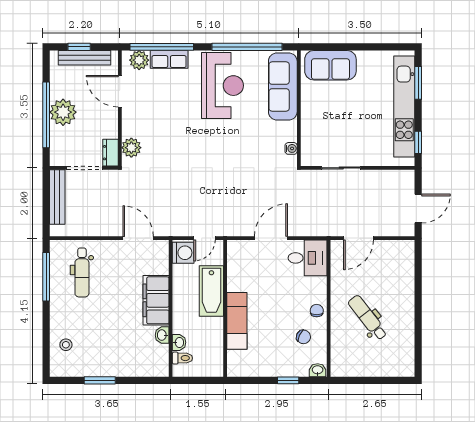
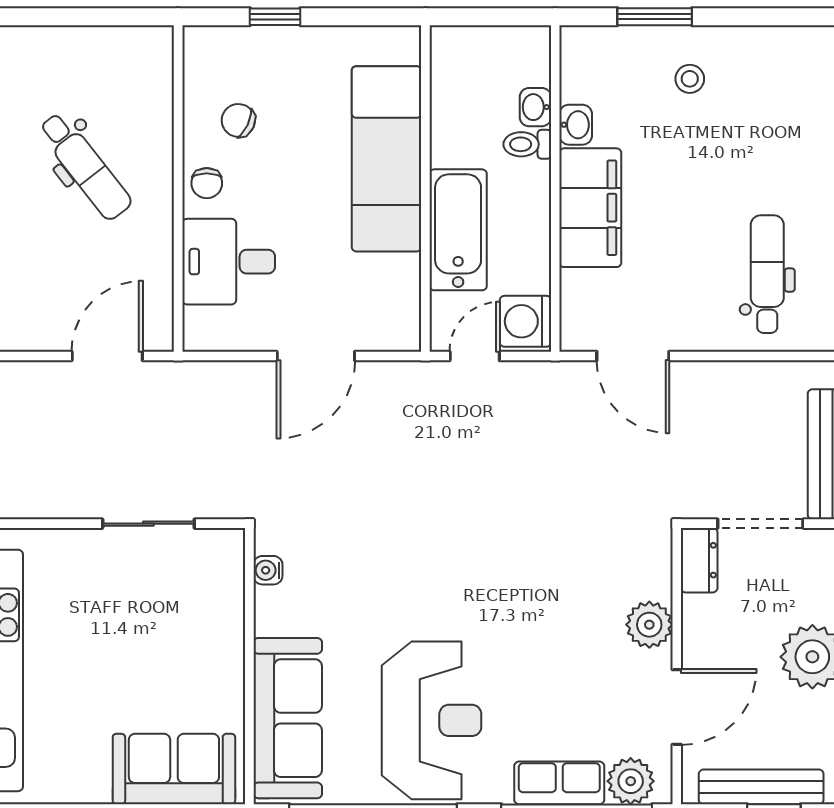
reception desk: (223, 86) -> (432, 720), turned 180
door: (120, 91) -> (677, 707), hinge flipped
plant: (131, 148) -> (649, 625), moved
desk: (308, 258) -> (229, 262), moved
exam couch: (237, 321) -> (386, 159), width x1.36, depth x1.45
stool: (66, 345) -> (690, 79), moved
toilet: (182, 358) -> (527, 144), moved
washbasin: (318, 370) -> (205, 41), removed
window: (100, 380) -> (655, 17), moved

